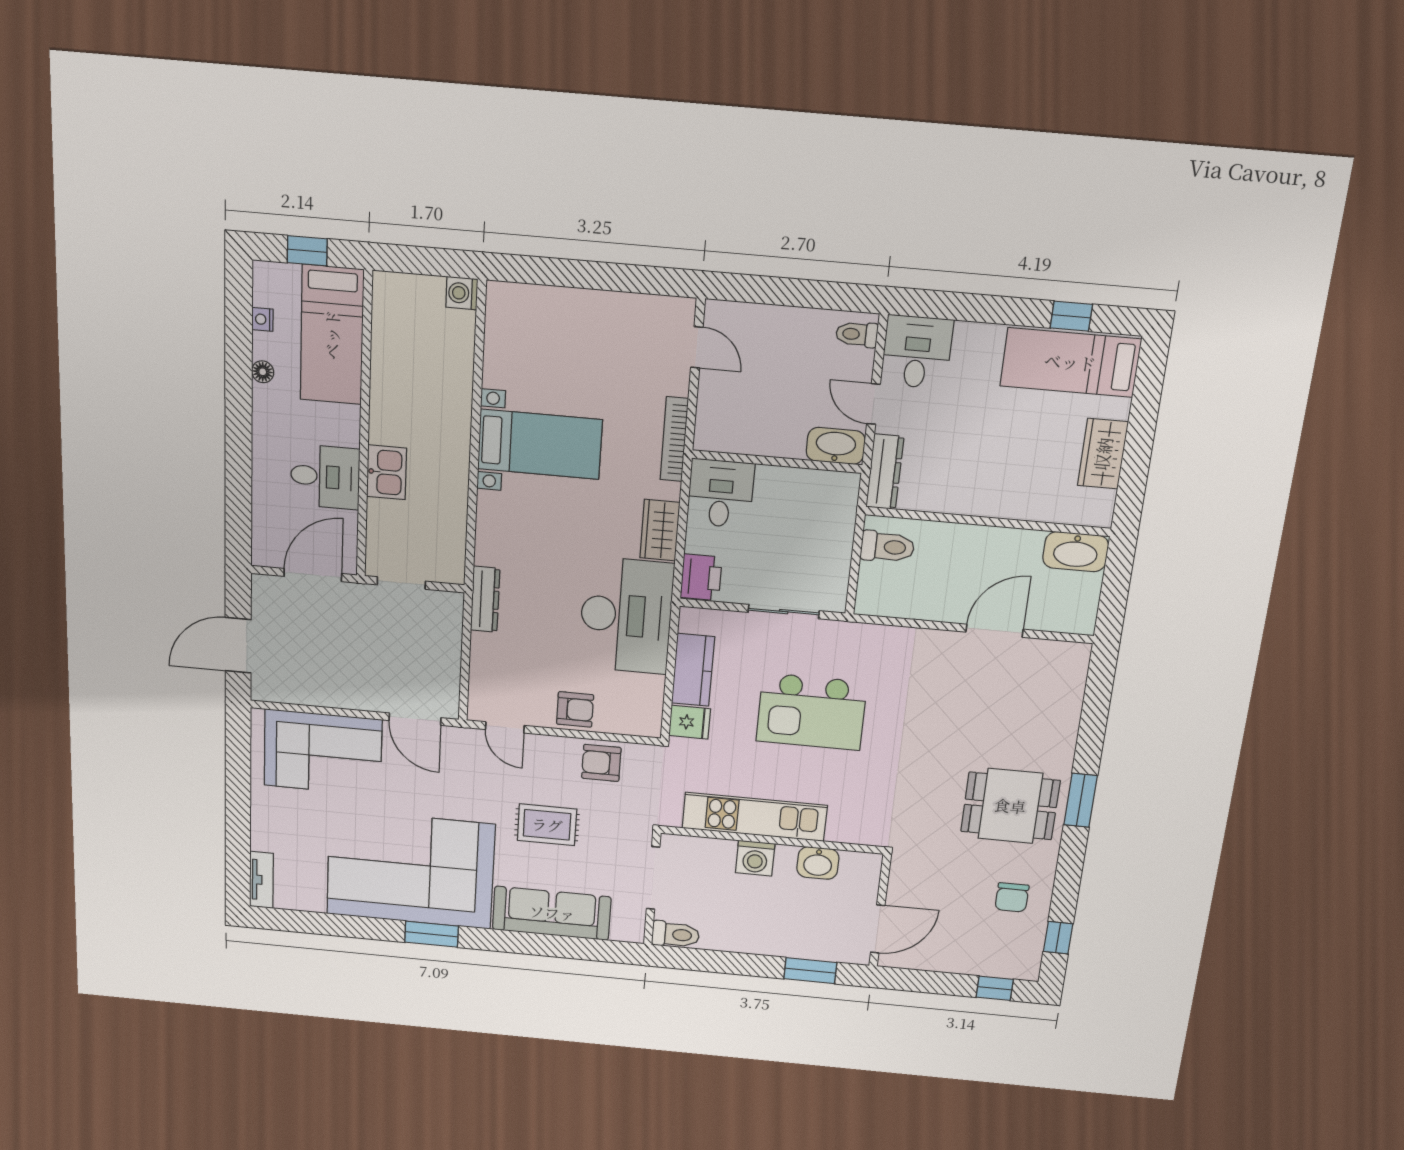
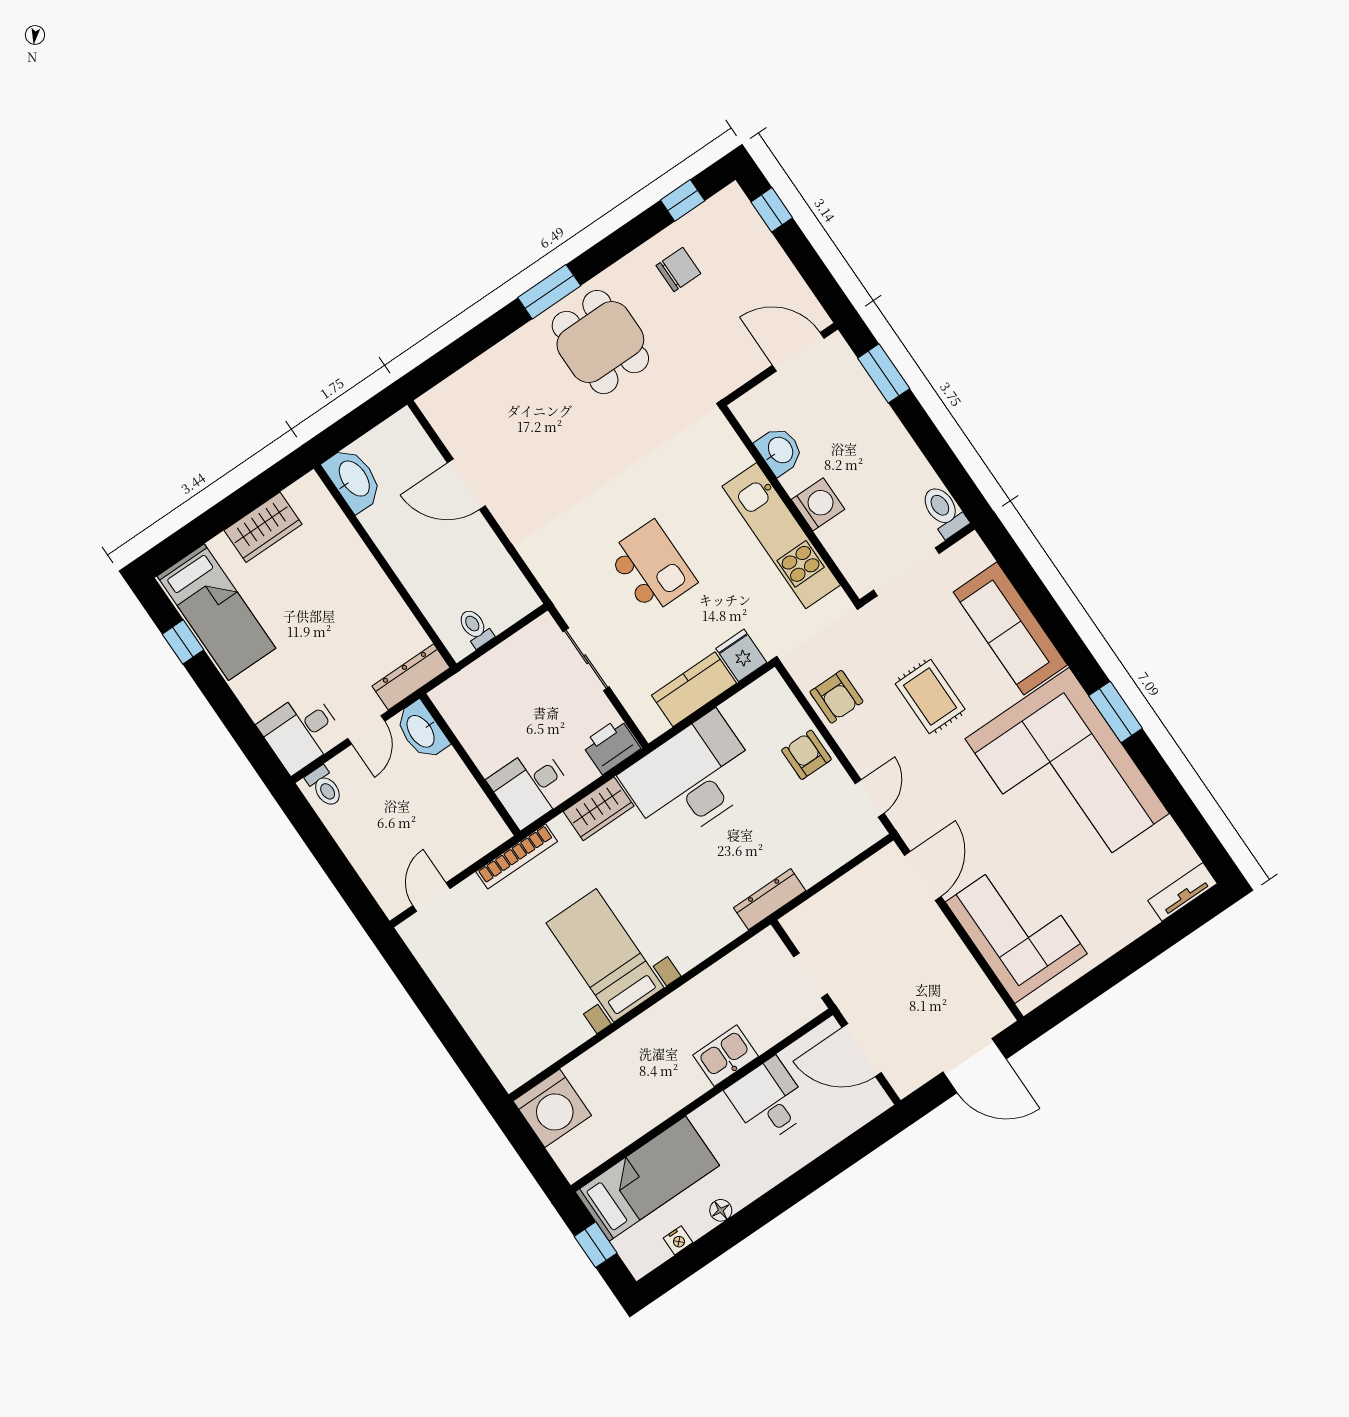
washing machine: (462, 293) -> (552, 1108), width x1.89, depth x1.89
toilet: (887, 547) -> (475, 628), width x0.73, depth x0.72
kitchen island: (811, 712) -> (652, 567), width x0.73, depth x0.78

